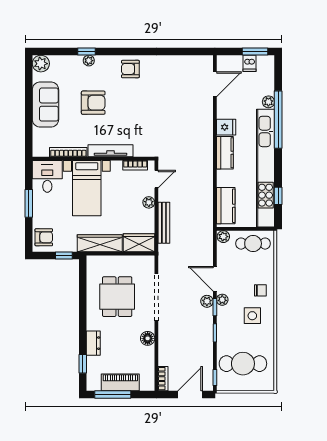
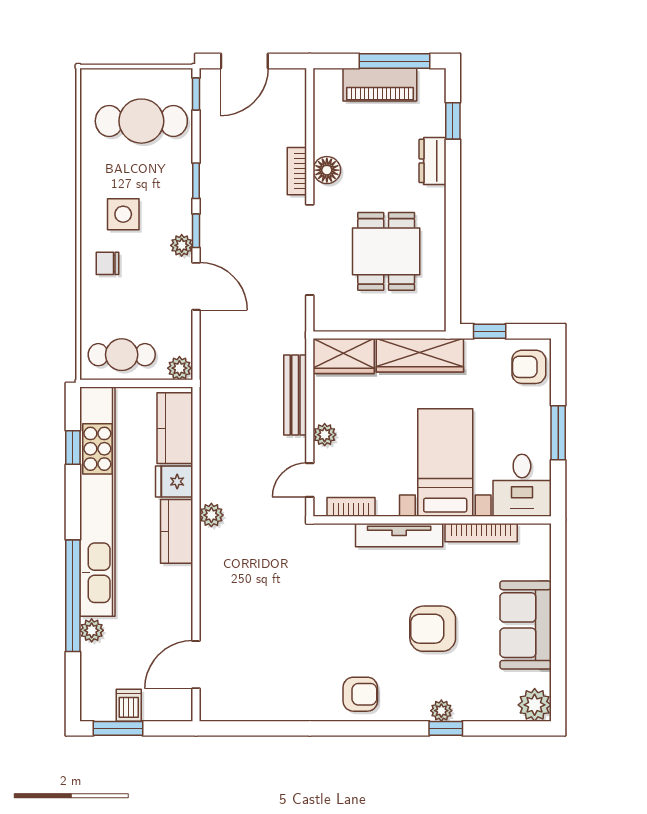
fridge: (226, 127) -> (174, 481), moved
plant: (207, 301) -> (211, 515), moved
bookcase: (163, 379) -> (297, 171), moved

